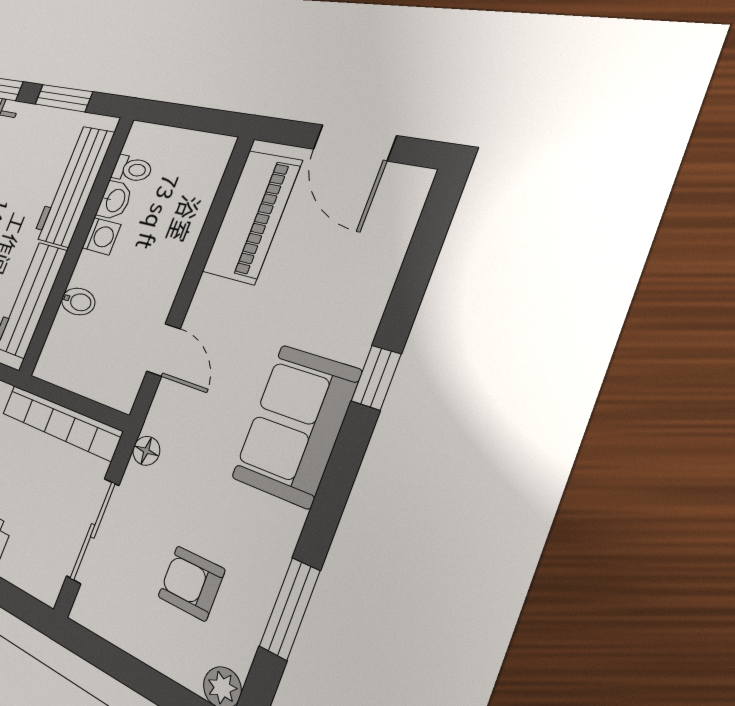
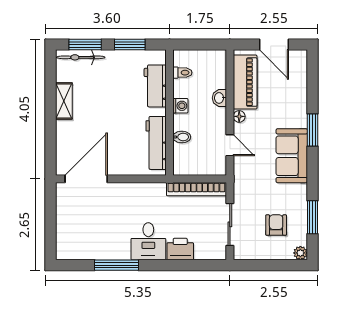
workbench: (73, 186) -> (155, 86), width x0.73
washbasin: (115, 200) -> (219, 98), moved, turned 180
window: (376, 378) -> (313, 130), width x1.50
floor lamp: (146, 451) -> (239, 116), moved
armchair: (191, 583) -> (276, 225), turned 90

